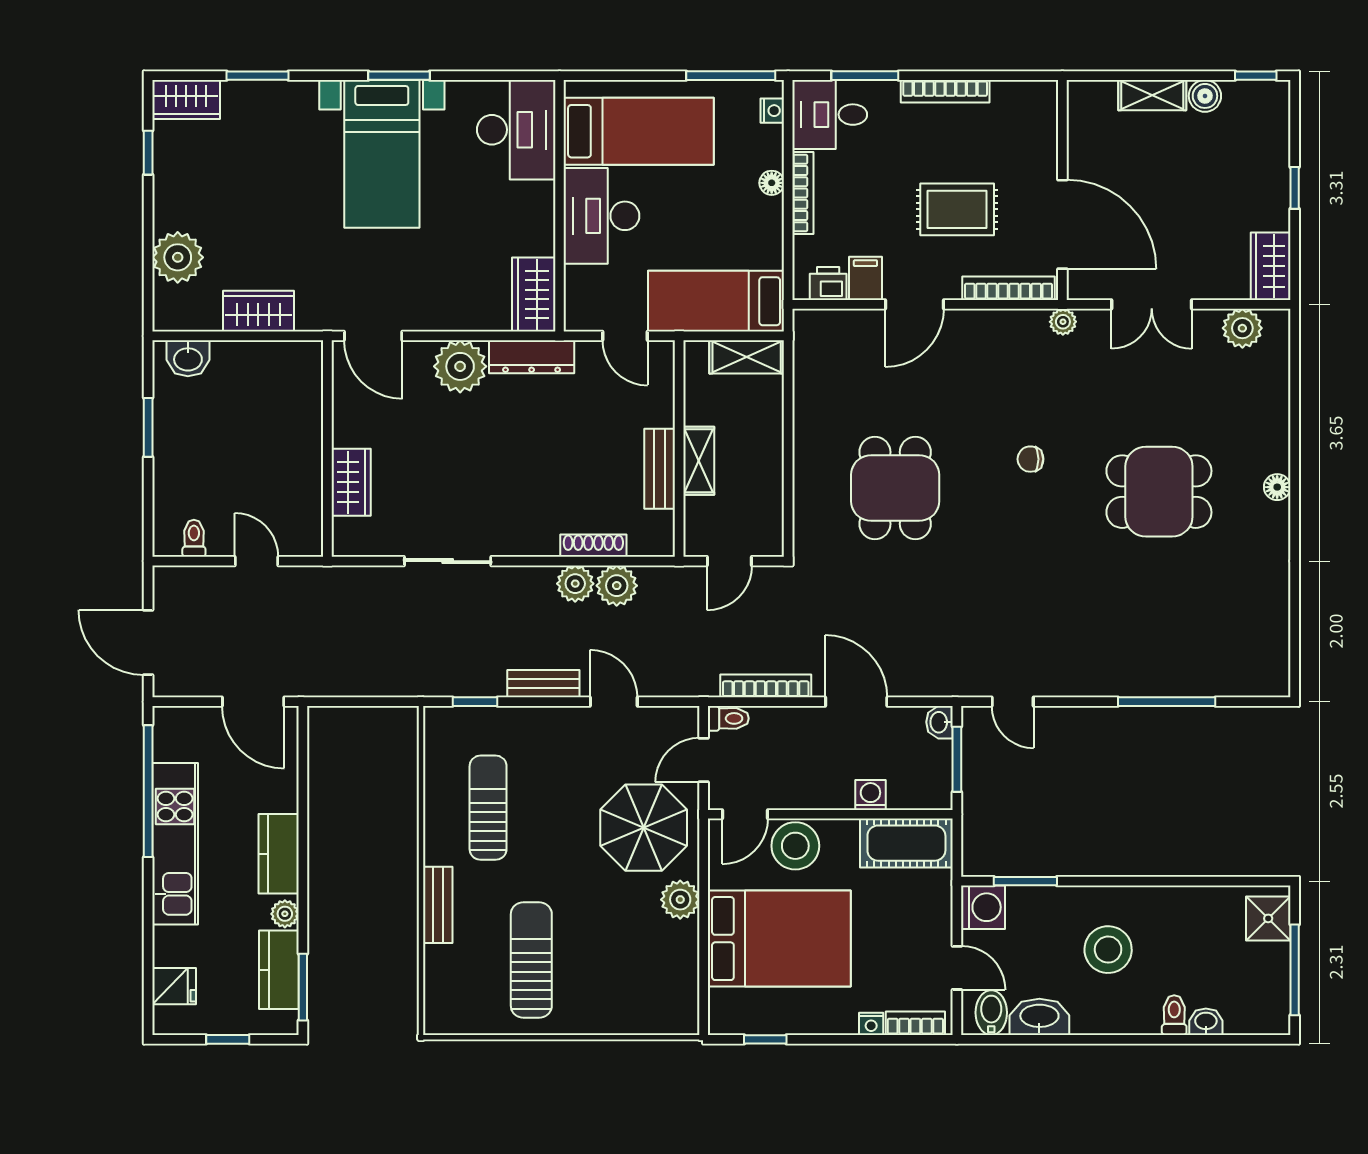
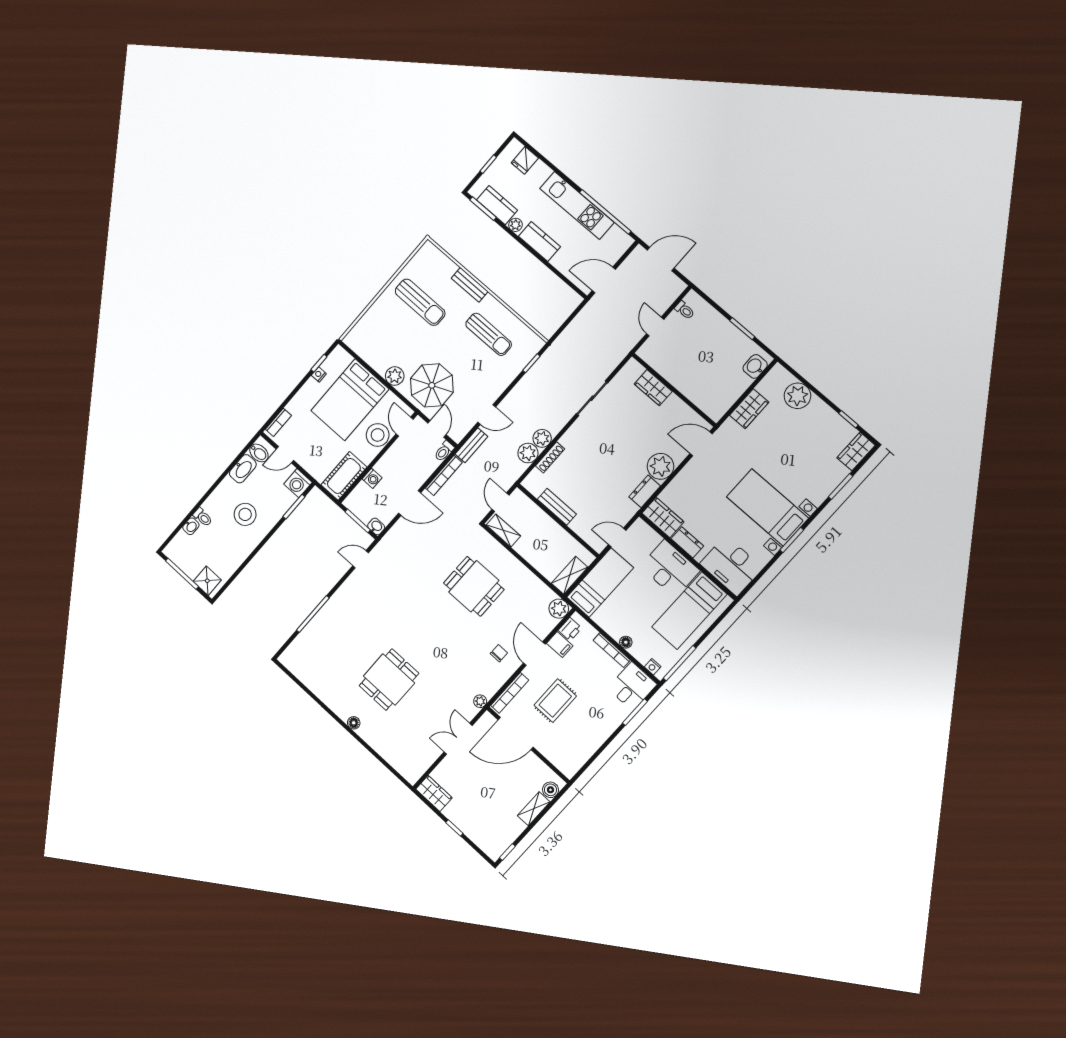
bookcase: (945, 91) -> (603, 736), removed
boiler: (1205, 96) -> (550, 790), moved
dresser: (539, 225) -> (687, 542), added
plant: (1242, 328) -> (559, 609), moved
dresser: (532, 357) -> (645, 491), width x0.70
chair: (1030, 459) -> (499, 653), moved
shelving: (699, 461) -> (503, 530), moved
door: (256, 561) -> (655, 326), swing flipped
bench: (543, 684) -> (471, 445), moved
nightstand: (871, 1024) -> (319, 374), moved

